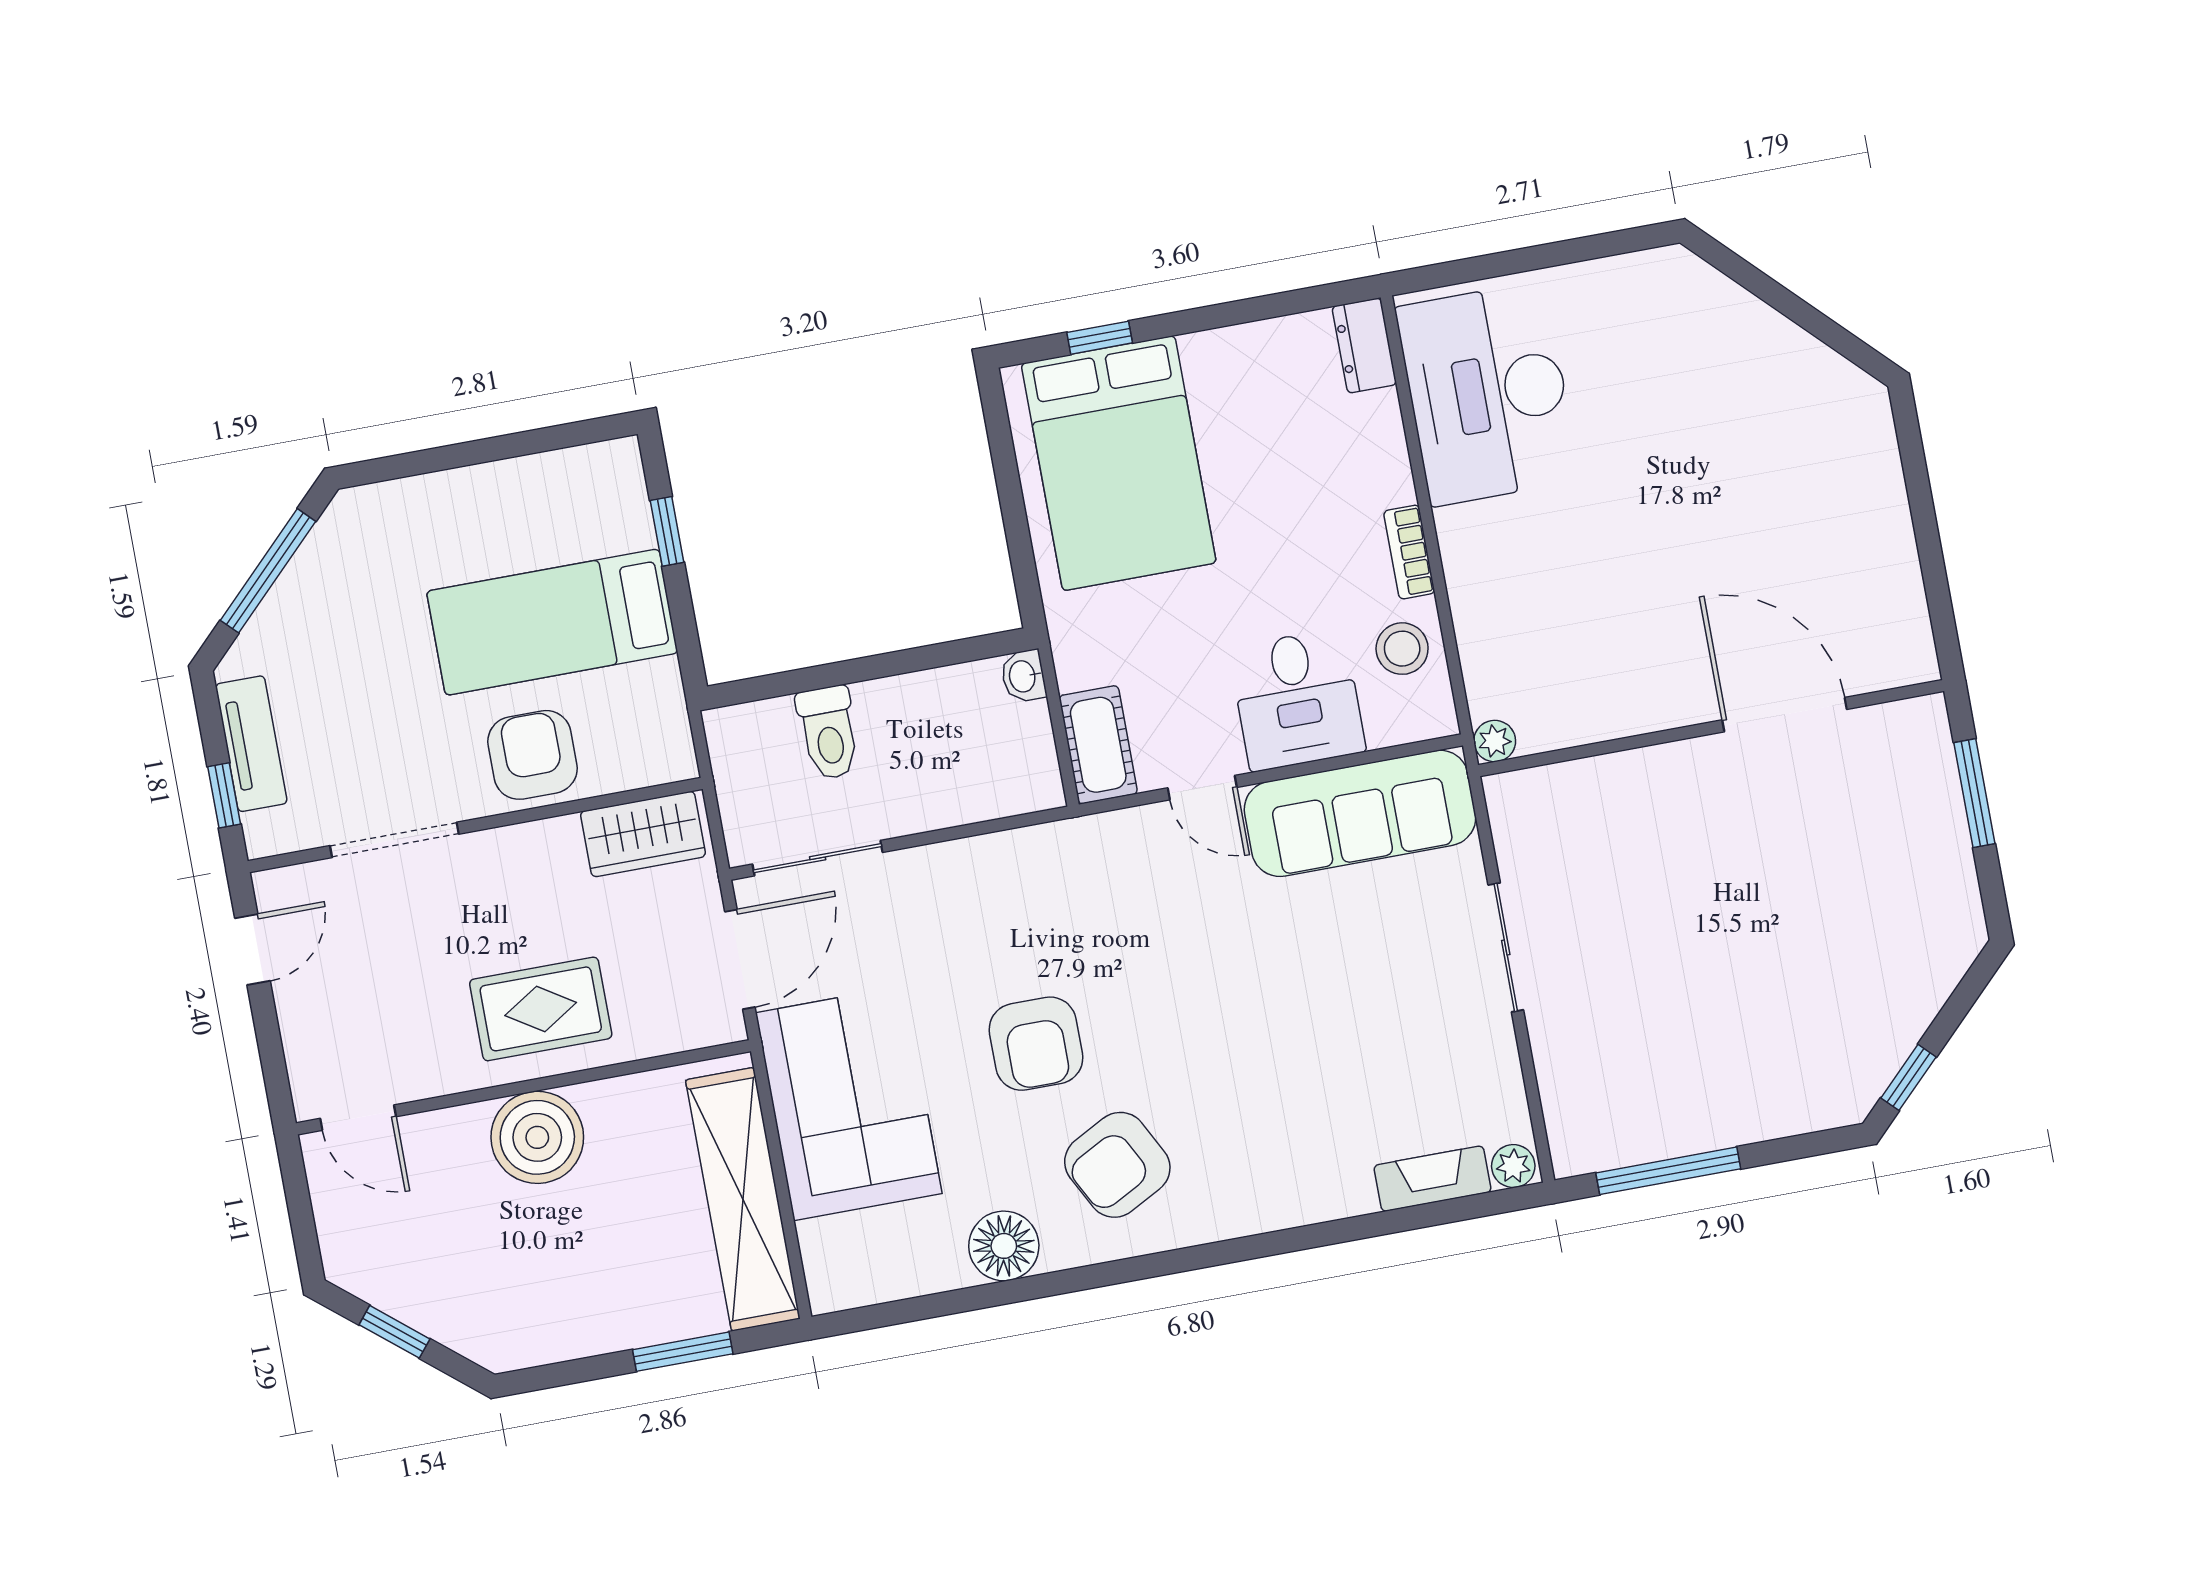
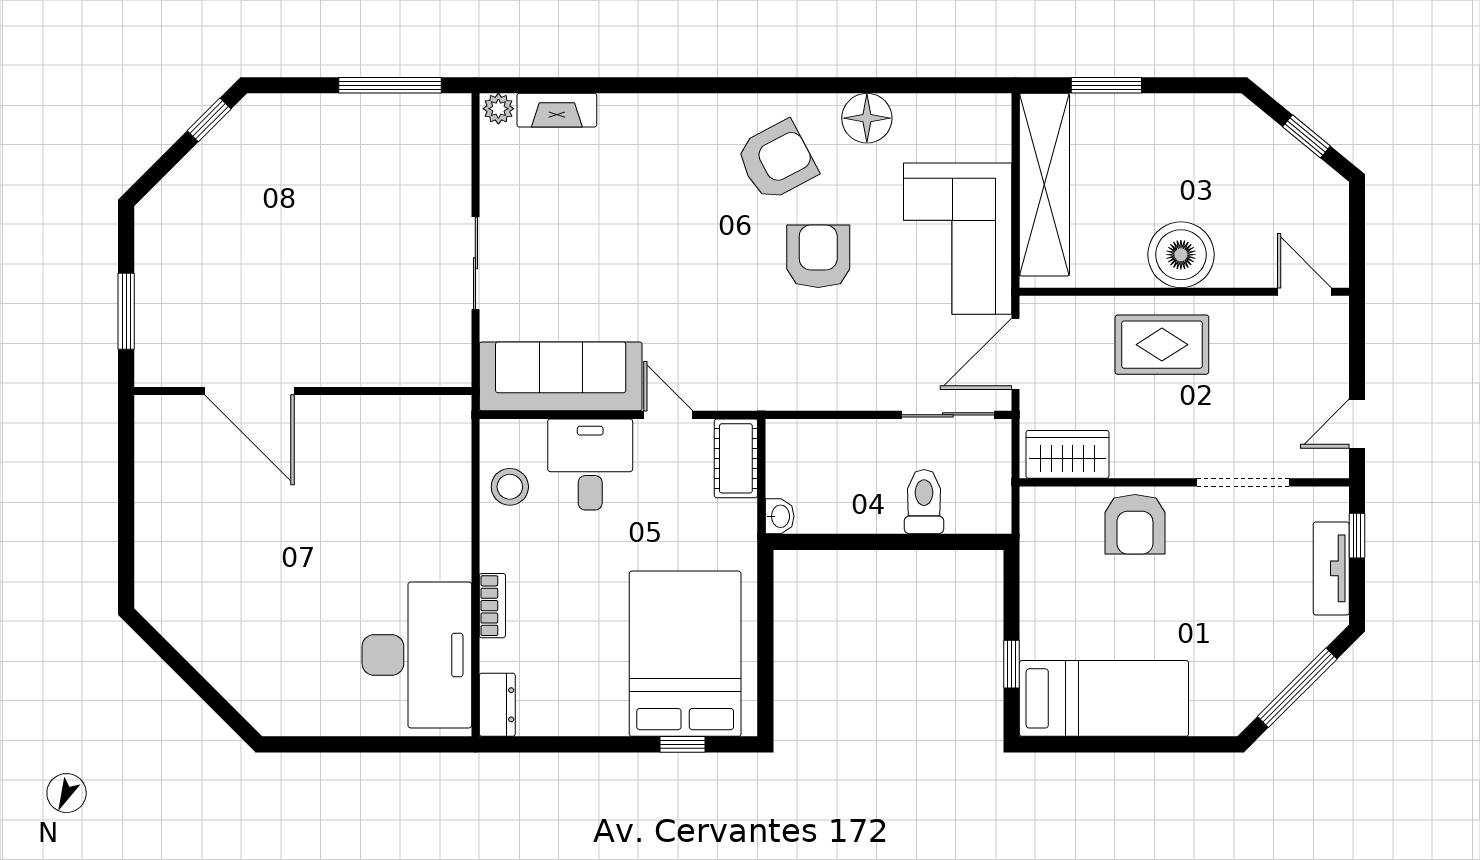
bookcase: (1409, 552) -> (492, 606), moved
bed: (552, 622) -> (1104, 698), moved
plant: (1495, 741) -> (457, 410), removed

